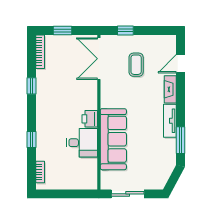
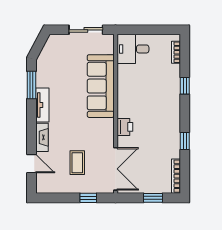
door: (181, 64) -> (32, 164), hinge flipped
printer: (90, 119) -> (125, 127), moved
desk: (82, 143) -> (133, 49), moved

